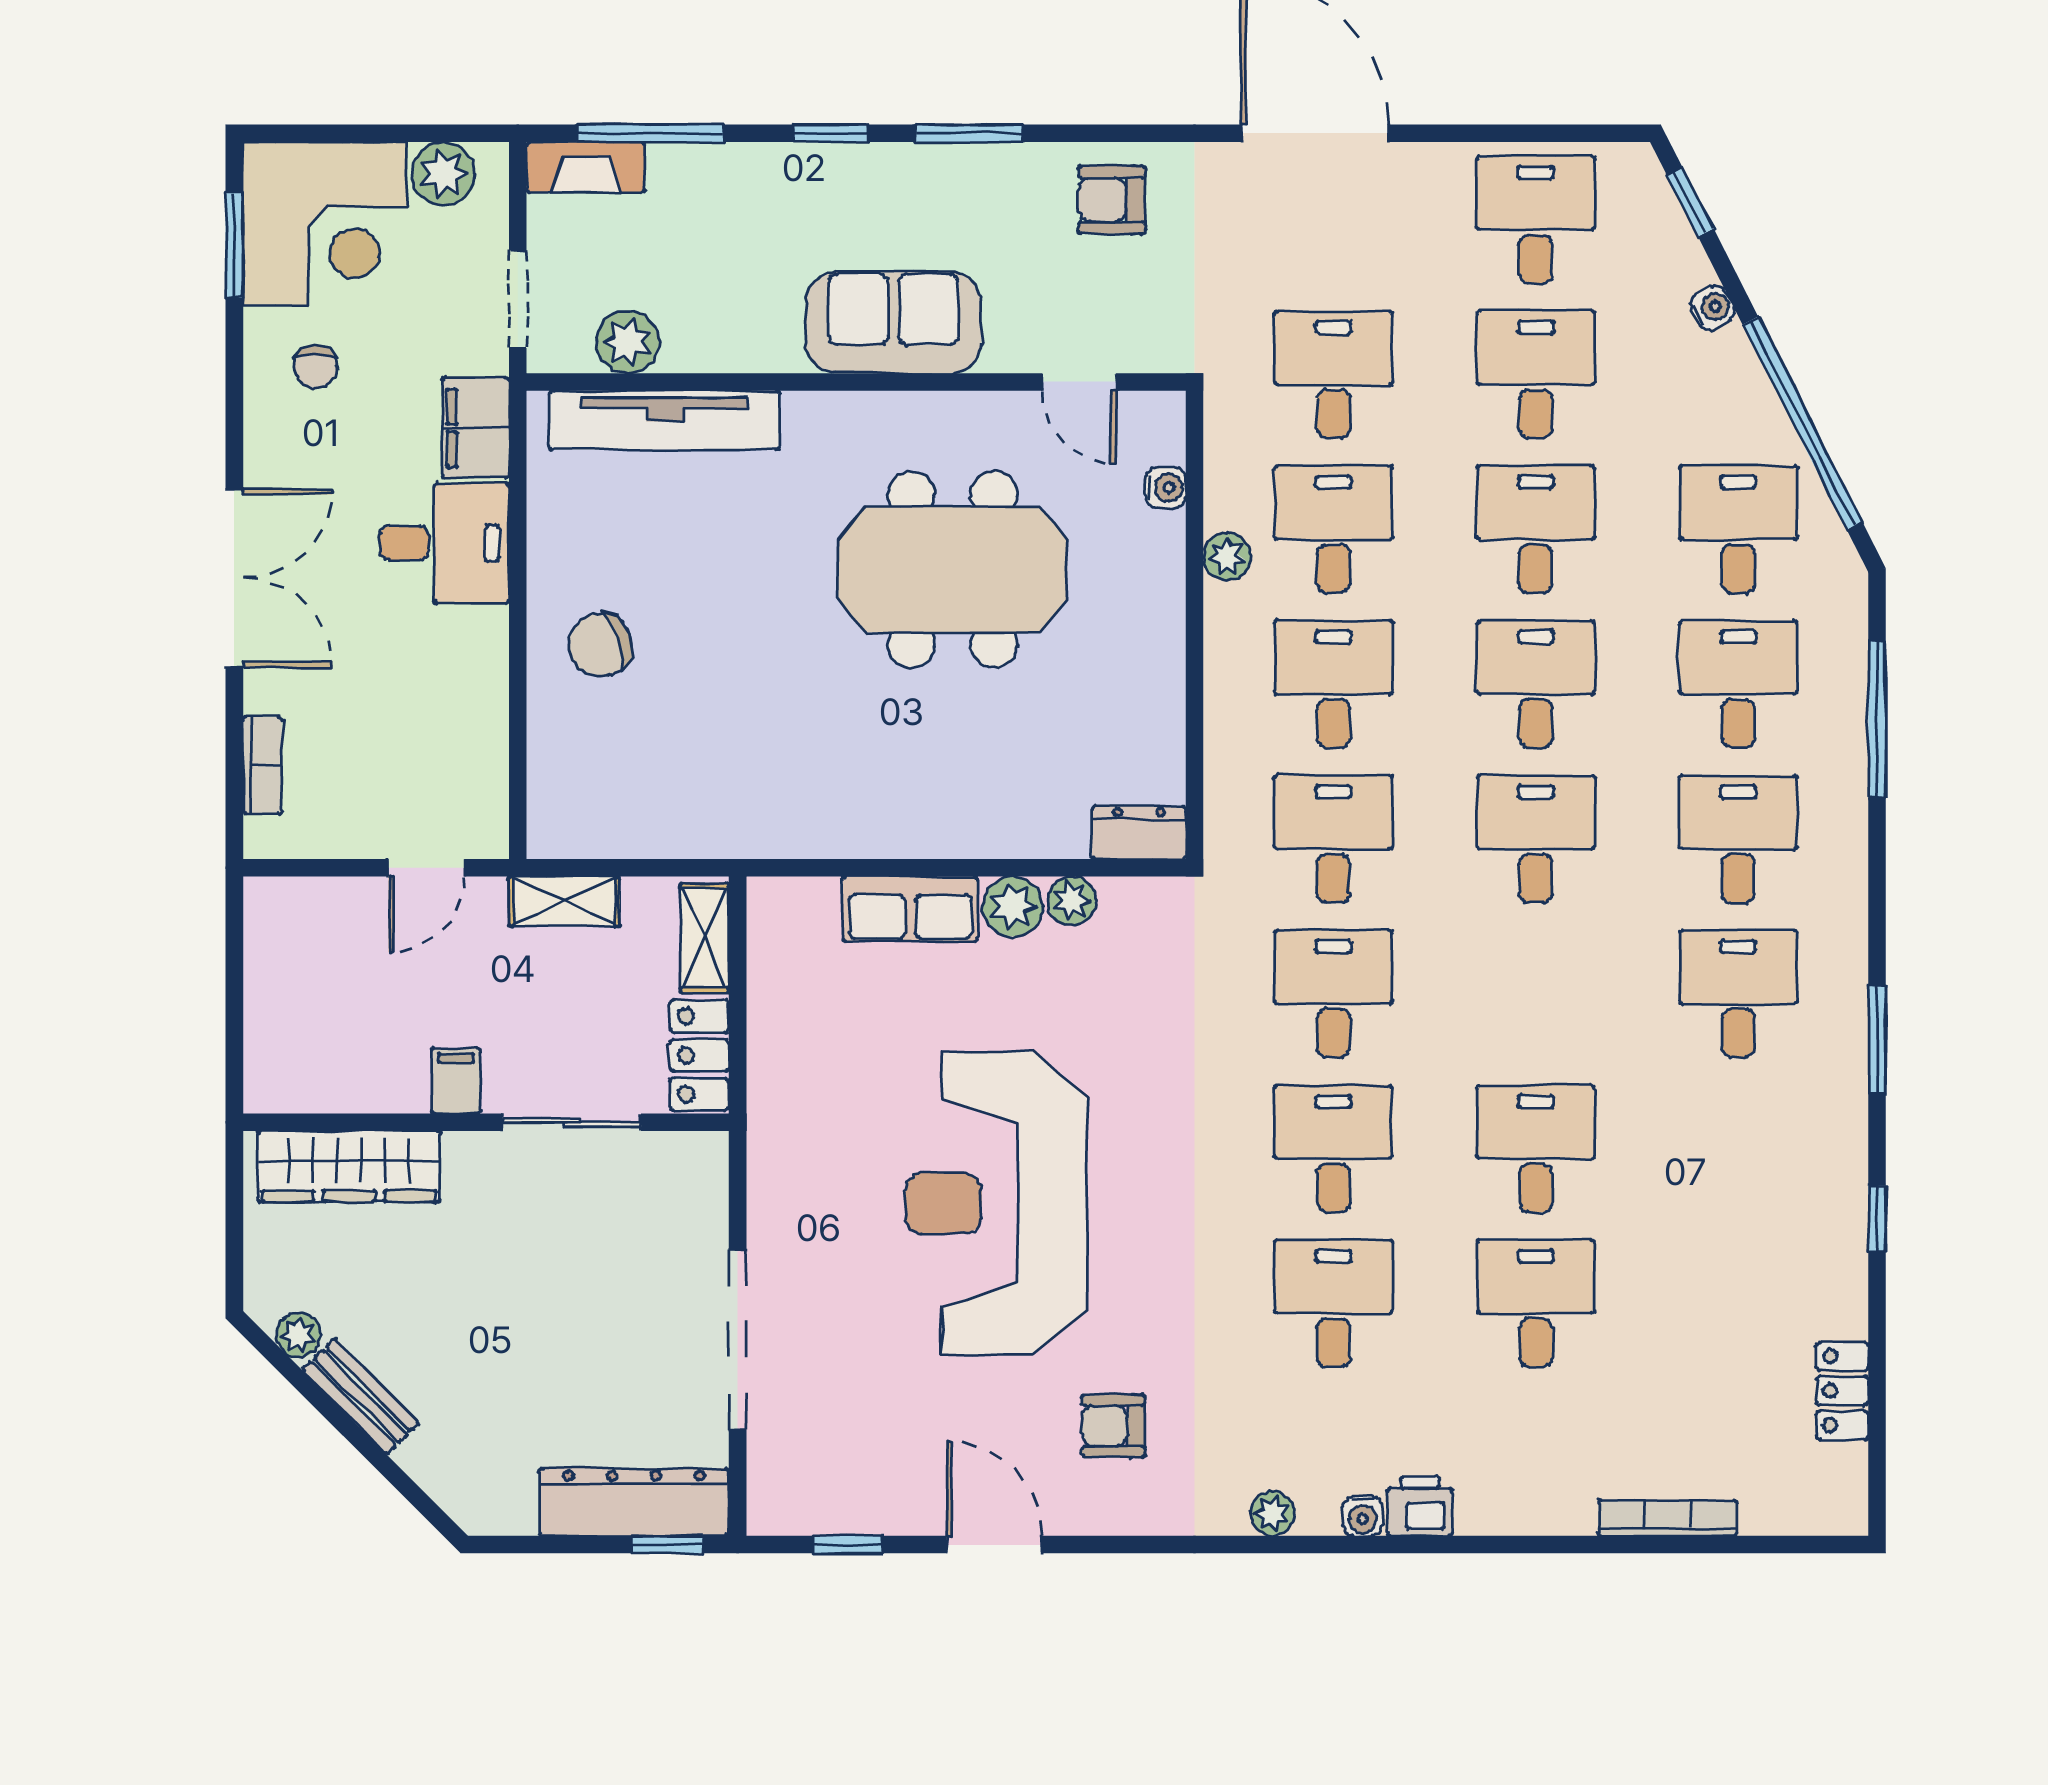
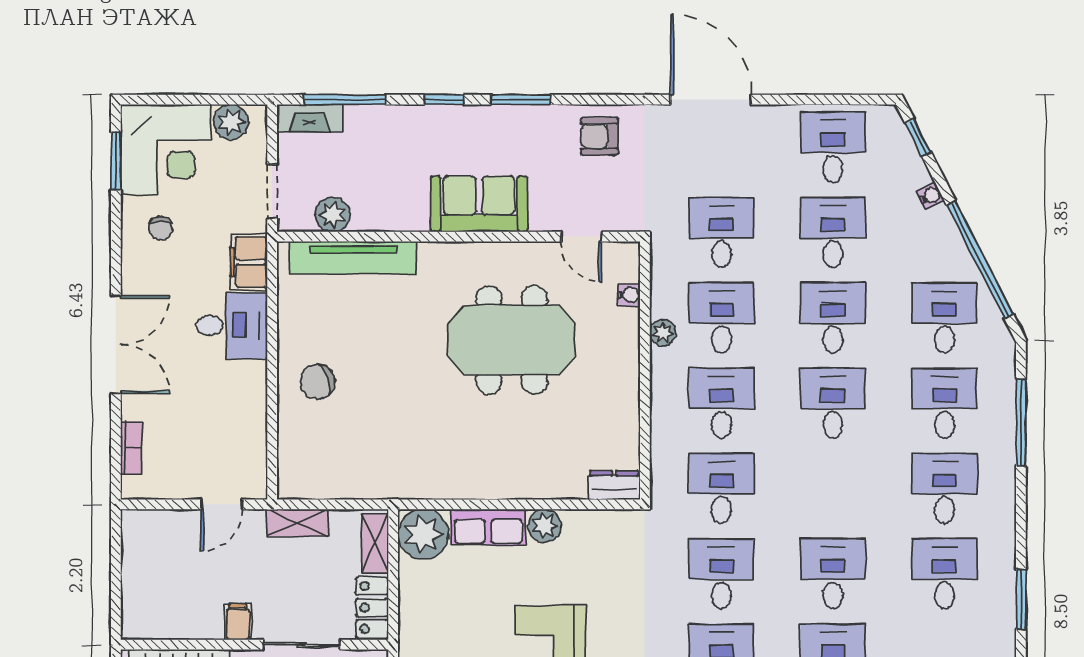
desk: (1536, 839) -> (833, 574), moved
plant: (1072, 901) -> (423, 534), moved, width x1.88, depth x1.88

